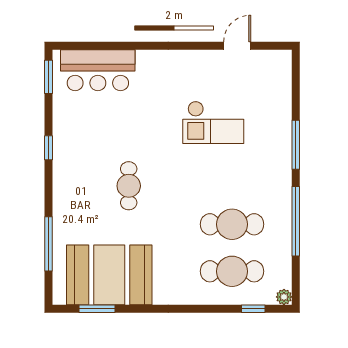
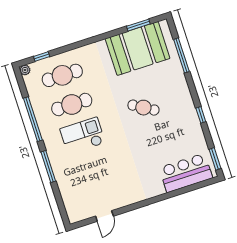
checkout: (213, 122) -> (83, 136), moved
cafe table: (129, 186) -> (143, 108), turned -59

